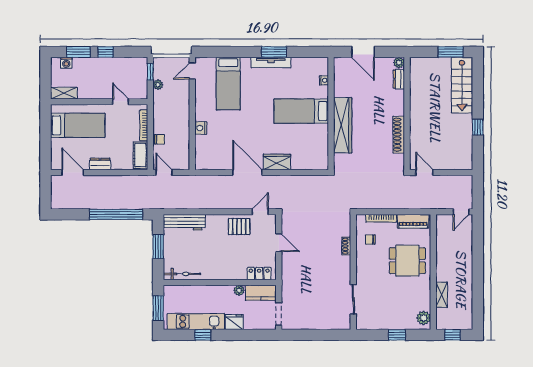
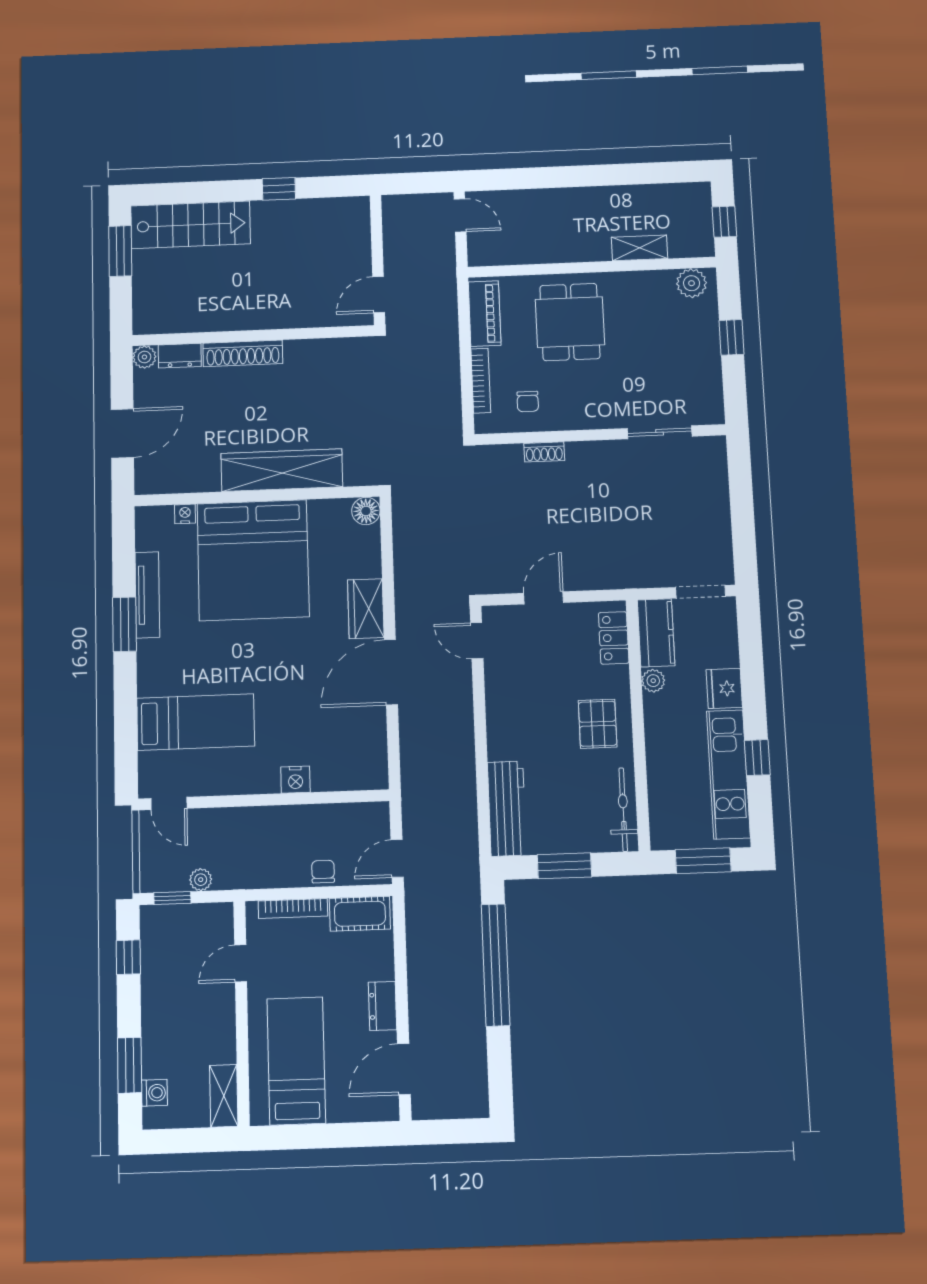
window: (106, 52) -> (128, 957), moved
tv unit: (271, 63) -> (147, 595), moved
bed: (301, 111) -> (253, 560), width x2.04
shoe rack: (399, 135) -> (243, 353), moved
floor lamp: (322, 163) -> (366, 511), added
pallet: (239, 226) -> (598, 724), moved

